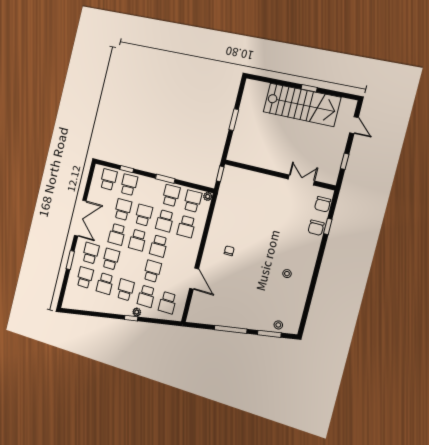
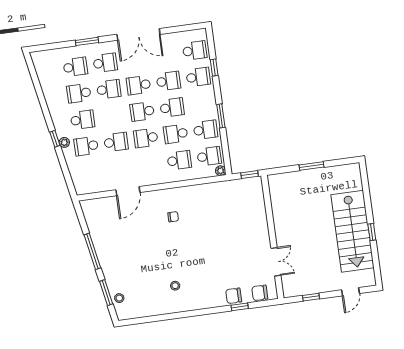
school desk: (186, 227) -> (179, 160), turned 180
school desk: (167, 303) -> (90, 173), removed

